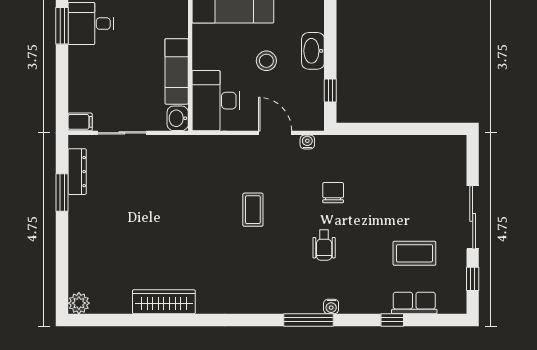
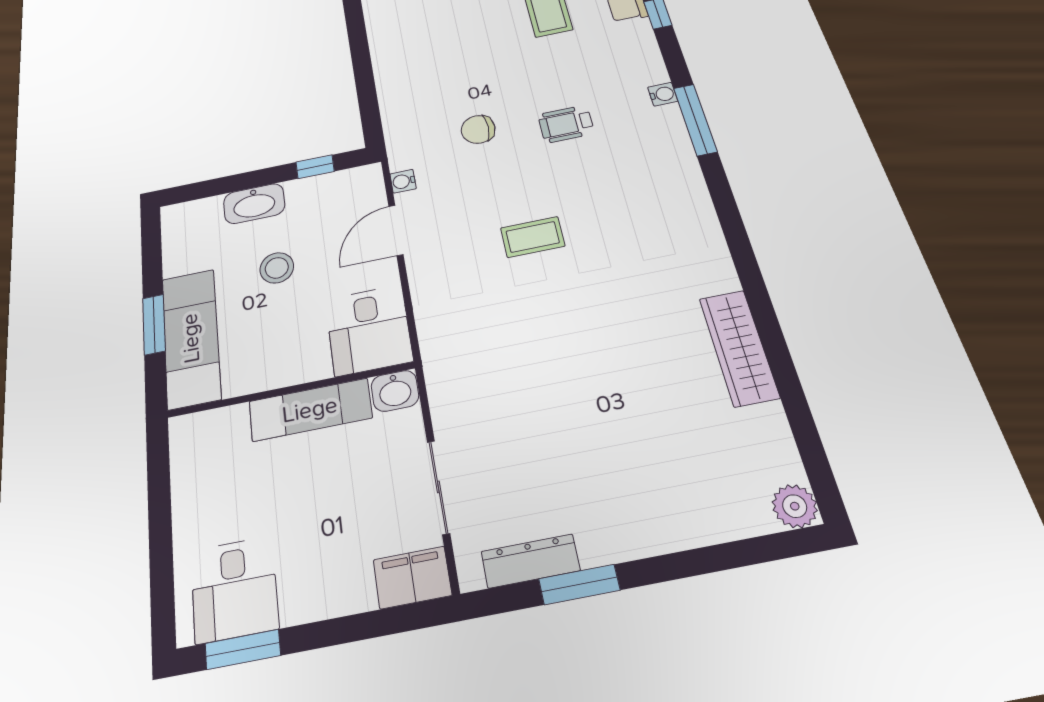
desk: (216, 101) -> (369, 330), width x0.73
filing cabinet: (80, 122) -> (412, 577), width x2.00
wheelchair: (324, 245) -> (566, 124), turned 180

